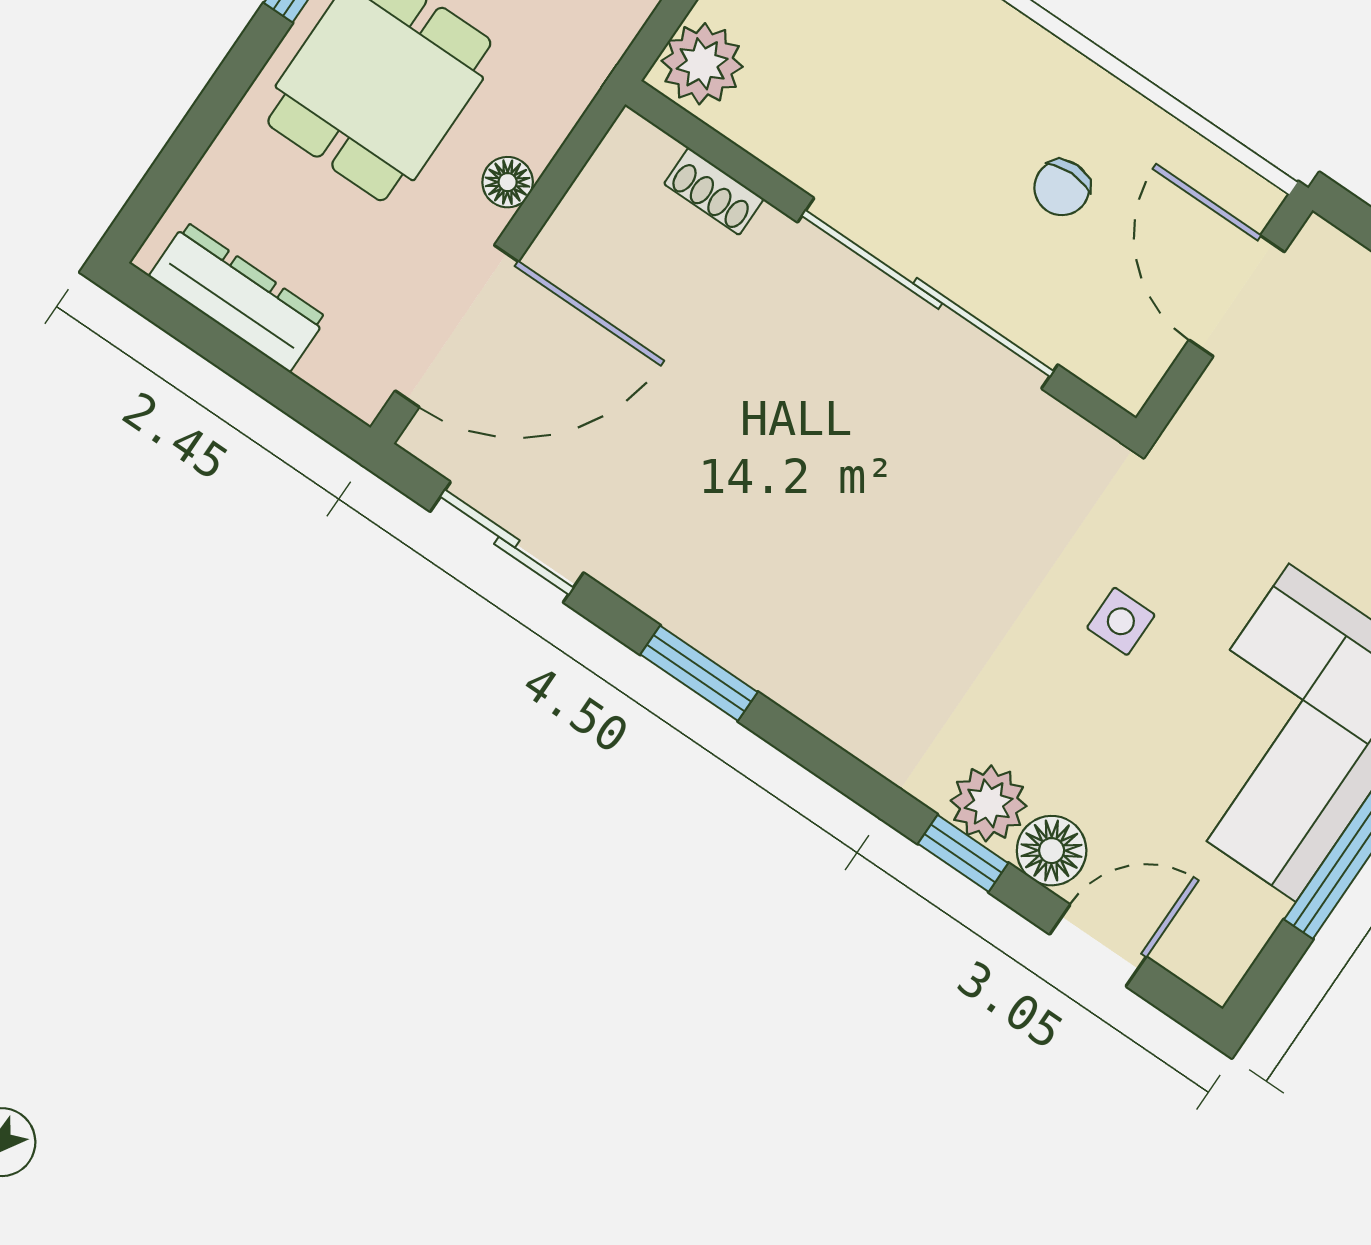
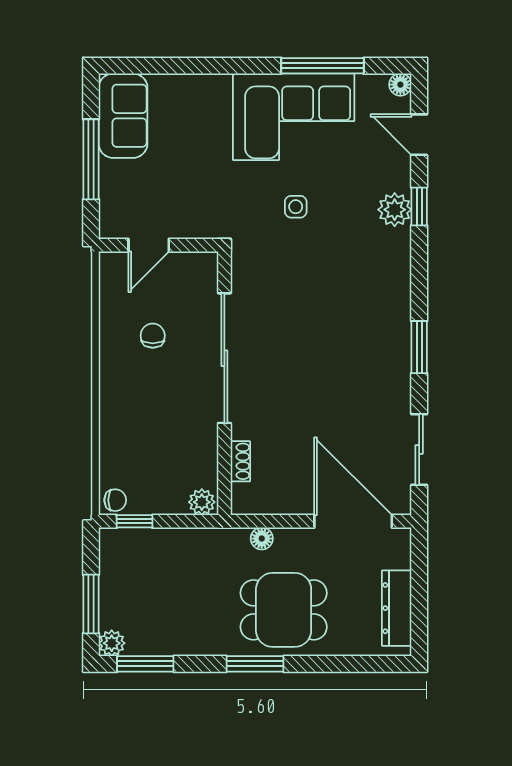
plant: (702, 64) -> (202, 502), width x0.73, depth x0.73
floor lamp: (508, 182) -> (262, 539), moved
chair: (1062, 188) -> (153, 336), turned -90
door: (1237, 296) -> (149, 245), width x0.73
floor lamp: (1052, 851) -> (400, 85), moved, width x0.73, depth x0.73

